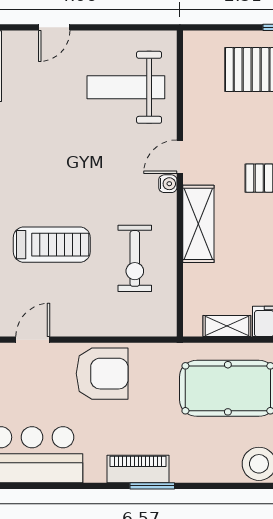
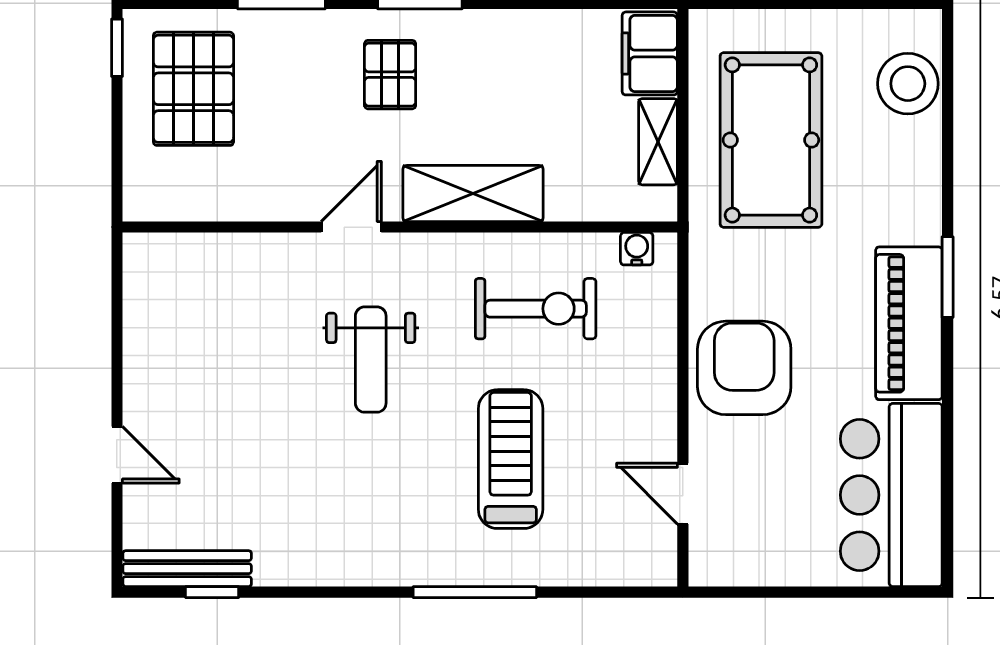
weight bench: (126, 87) -> (371, 360), moved, width x0.73, depth x0.75
door: (180, 157) -> (351, 227), swing flipped
water cooler: (168, 184) -> (637, 249), moved
piano: (138, 469) -> (909, 323), width x1.37, depth x1.33

